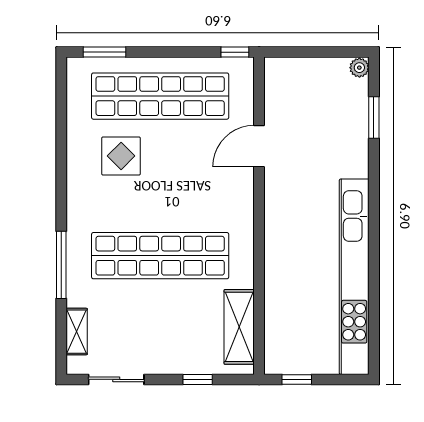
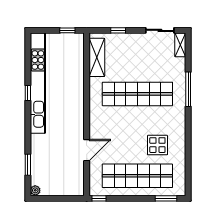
window: (374, 257) -> (28, 93), added
shelving: (77, 332) -> (180, 45), moved

